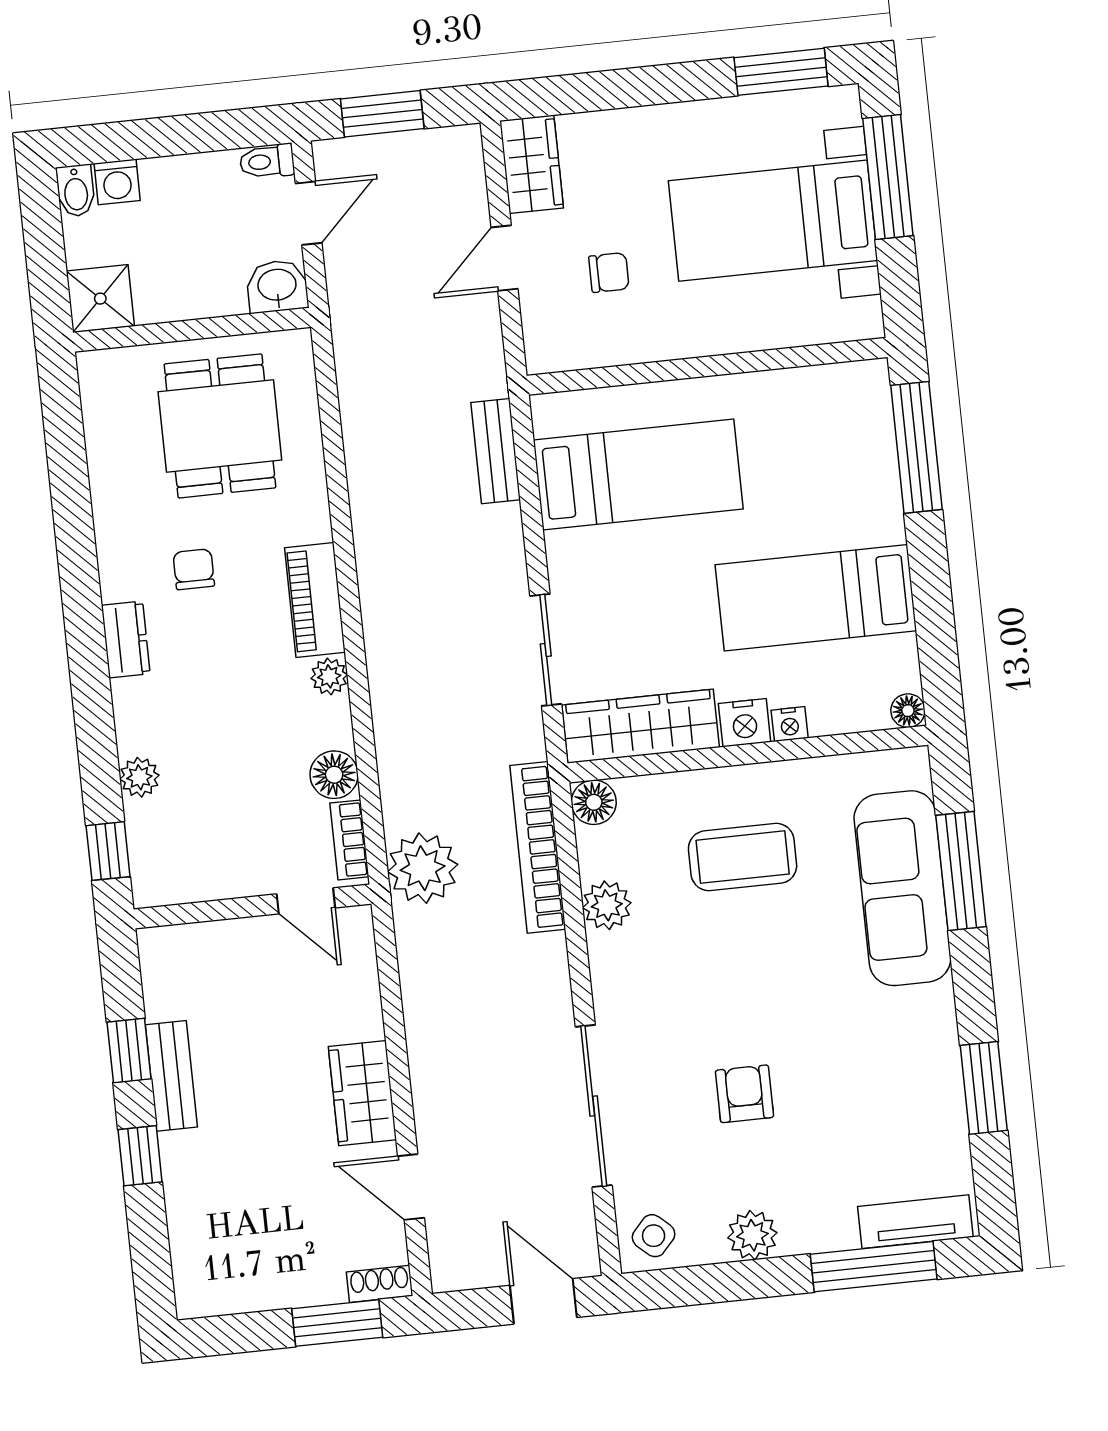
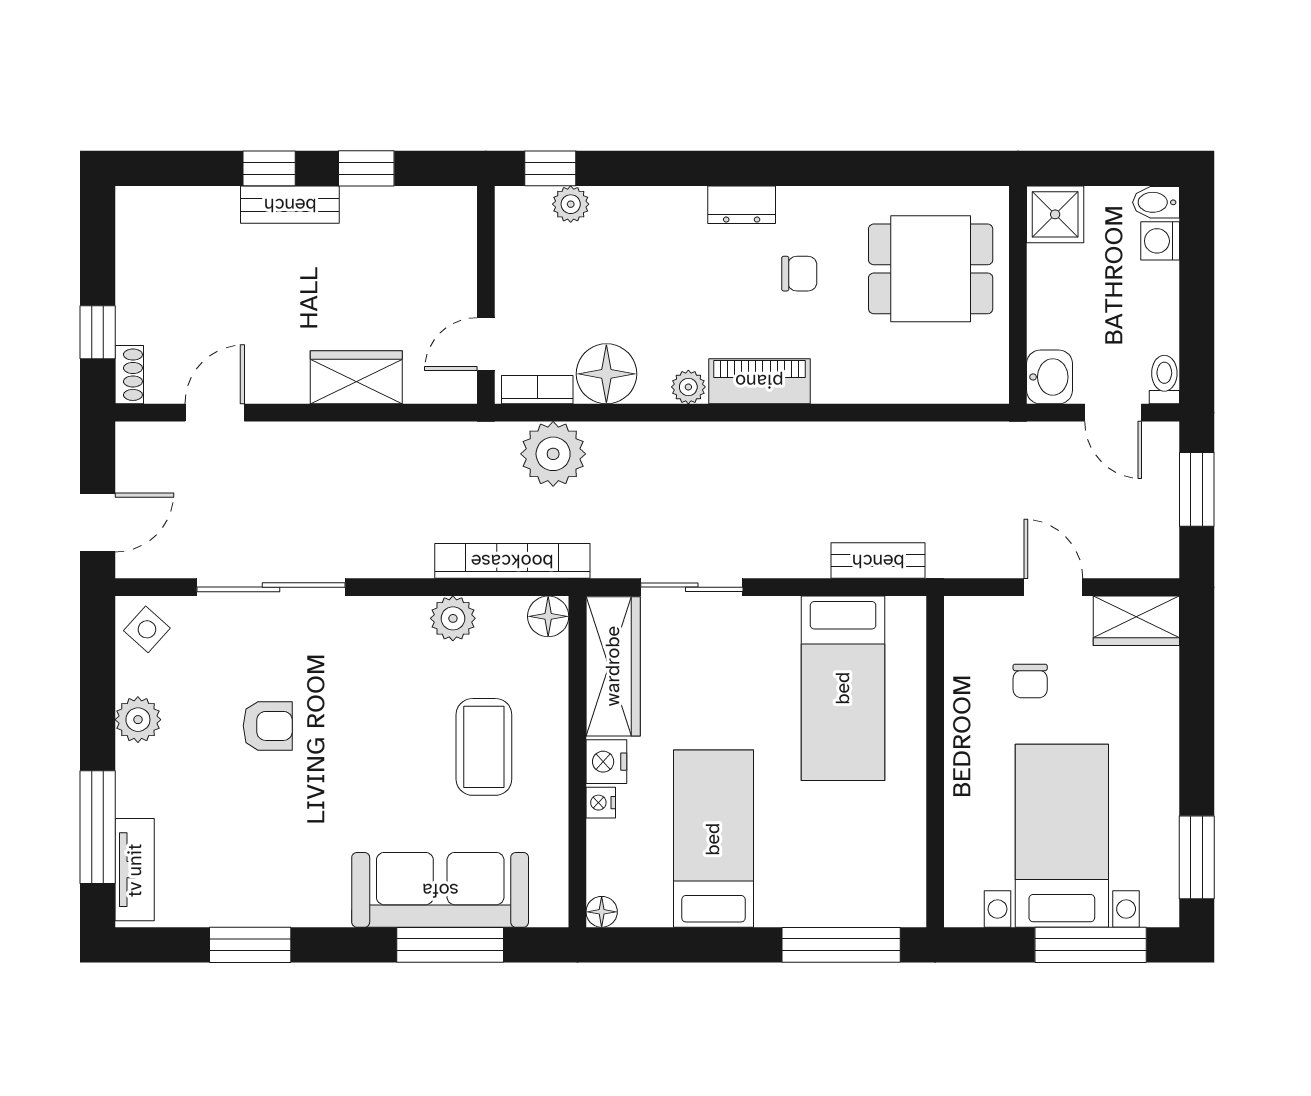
dining table: (220, 426) -> (931, 269), moved
floor lamp: (334, 775) -> (606, 374), width x1.38, depth x1.38
plant: (139, 777) -> (571, 204), moved
plant: (423, 868) -> (553, 454), moved
bench: (171, 1076) -> (290, 205), moved
wardrobe: (362, 1093) -> (356, 377), moved
window: (337, 1323) -> (98, 332), width x0.67

